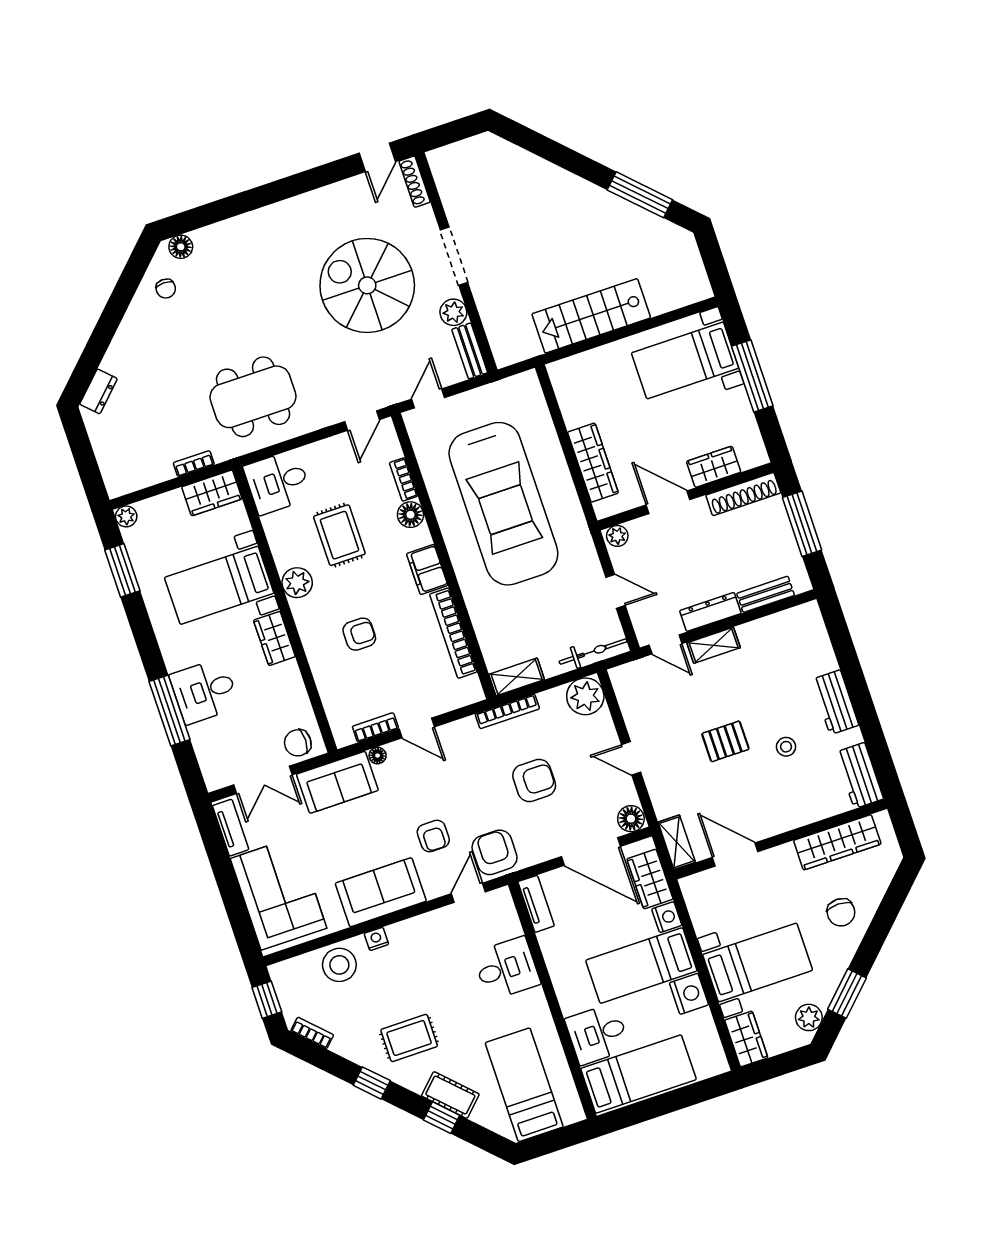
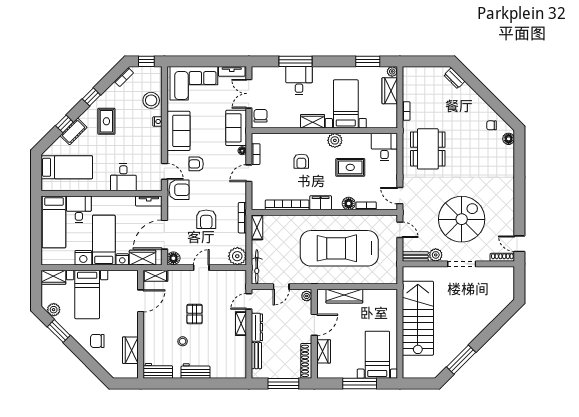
stairs: (591, 316) -> (418, 318), width x1.36, depth x1.51
wardrobe: (212, 493) -> (390, 91), moved
wardrobe: (837, 842) -> (130, 350), width x0.67

